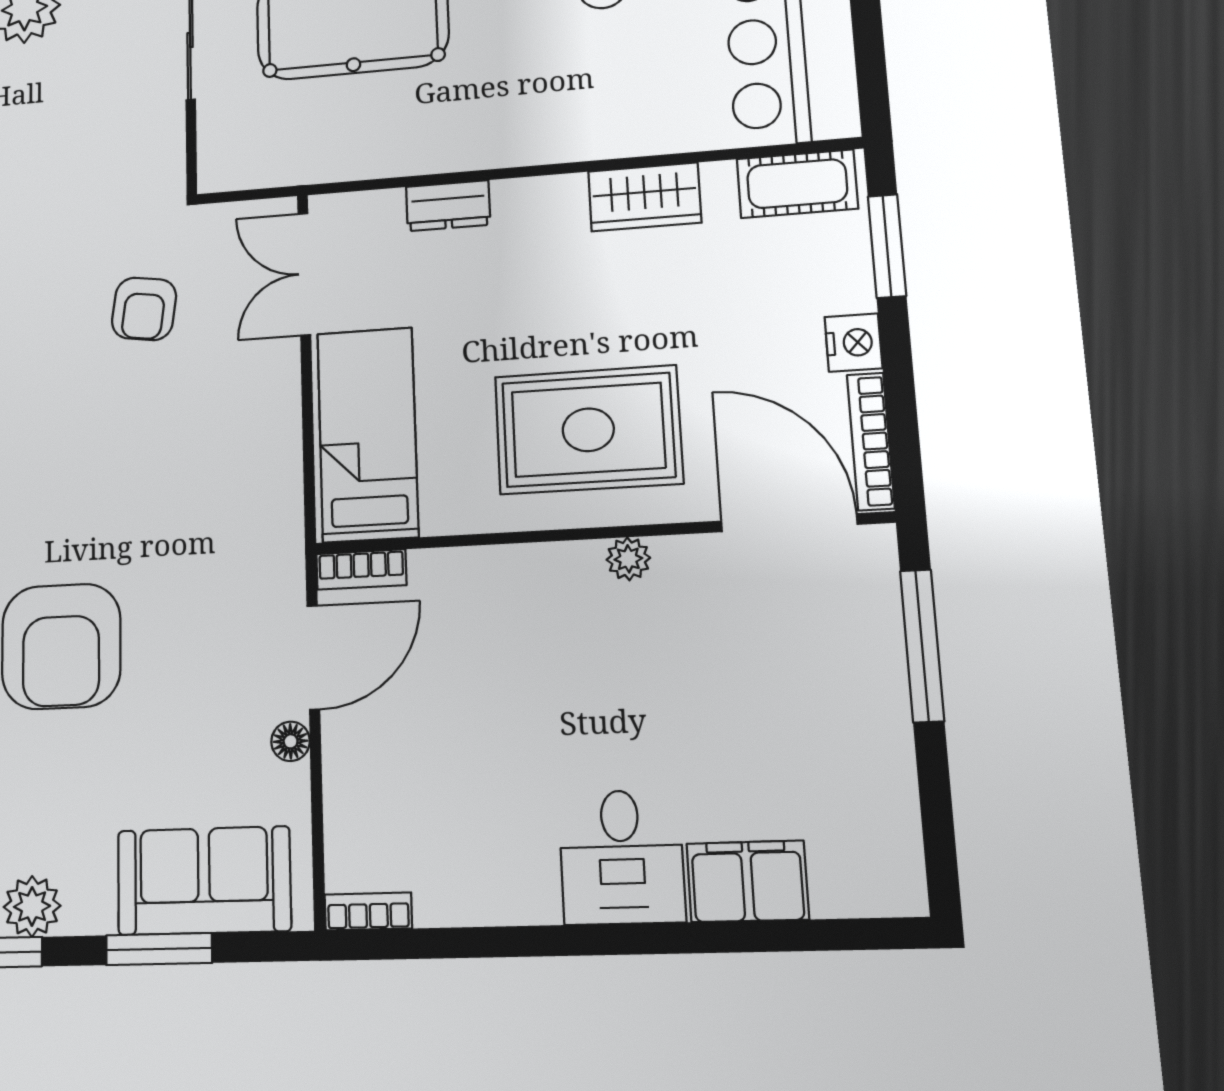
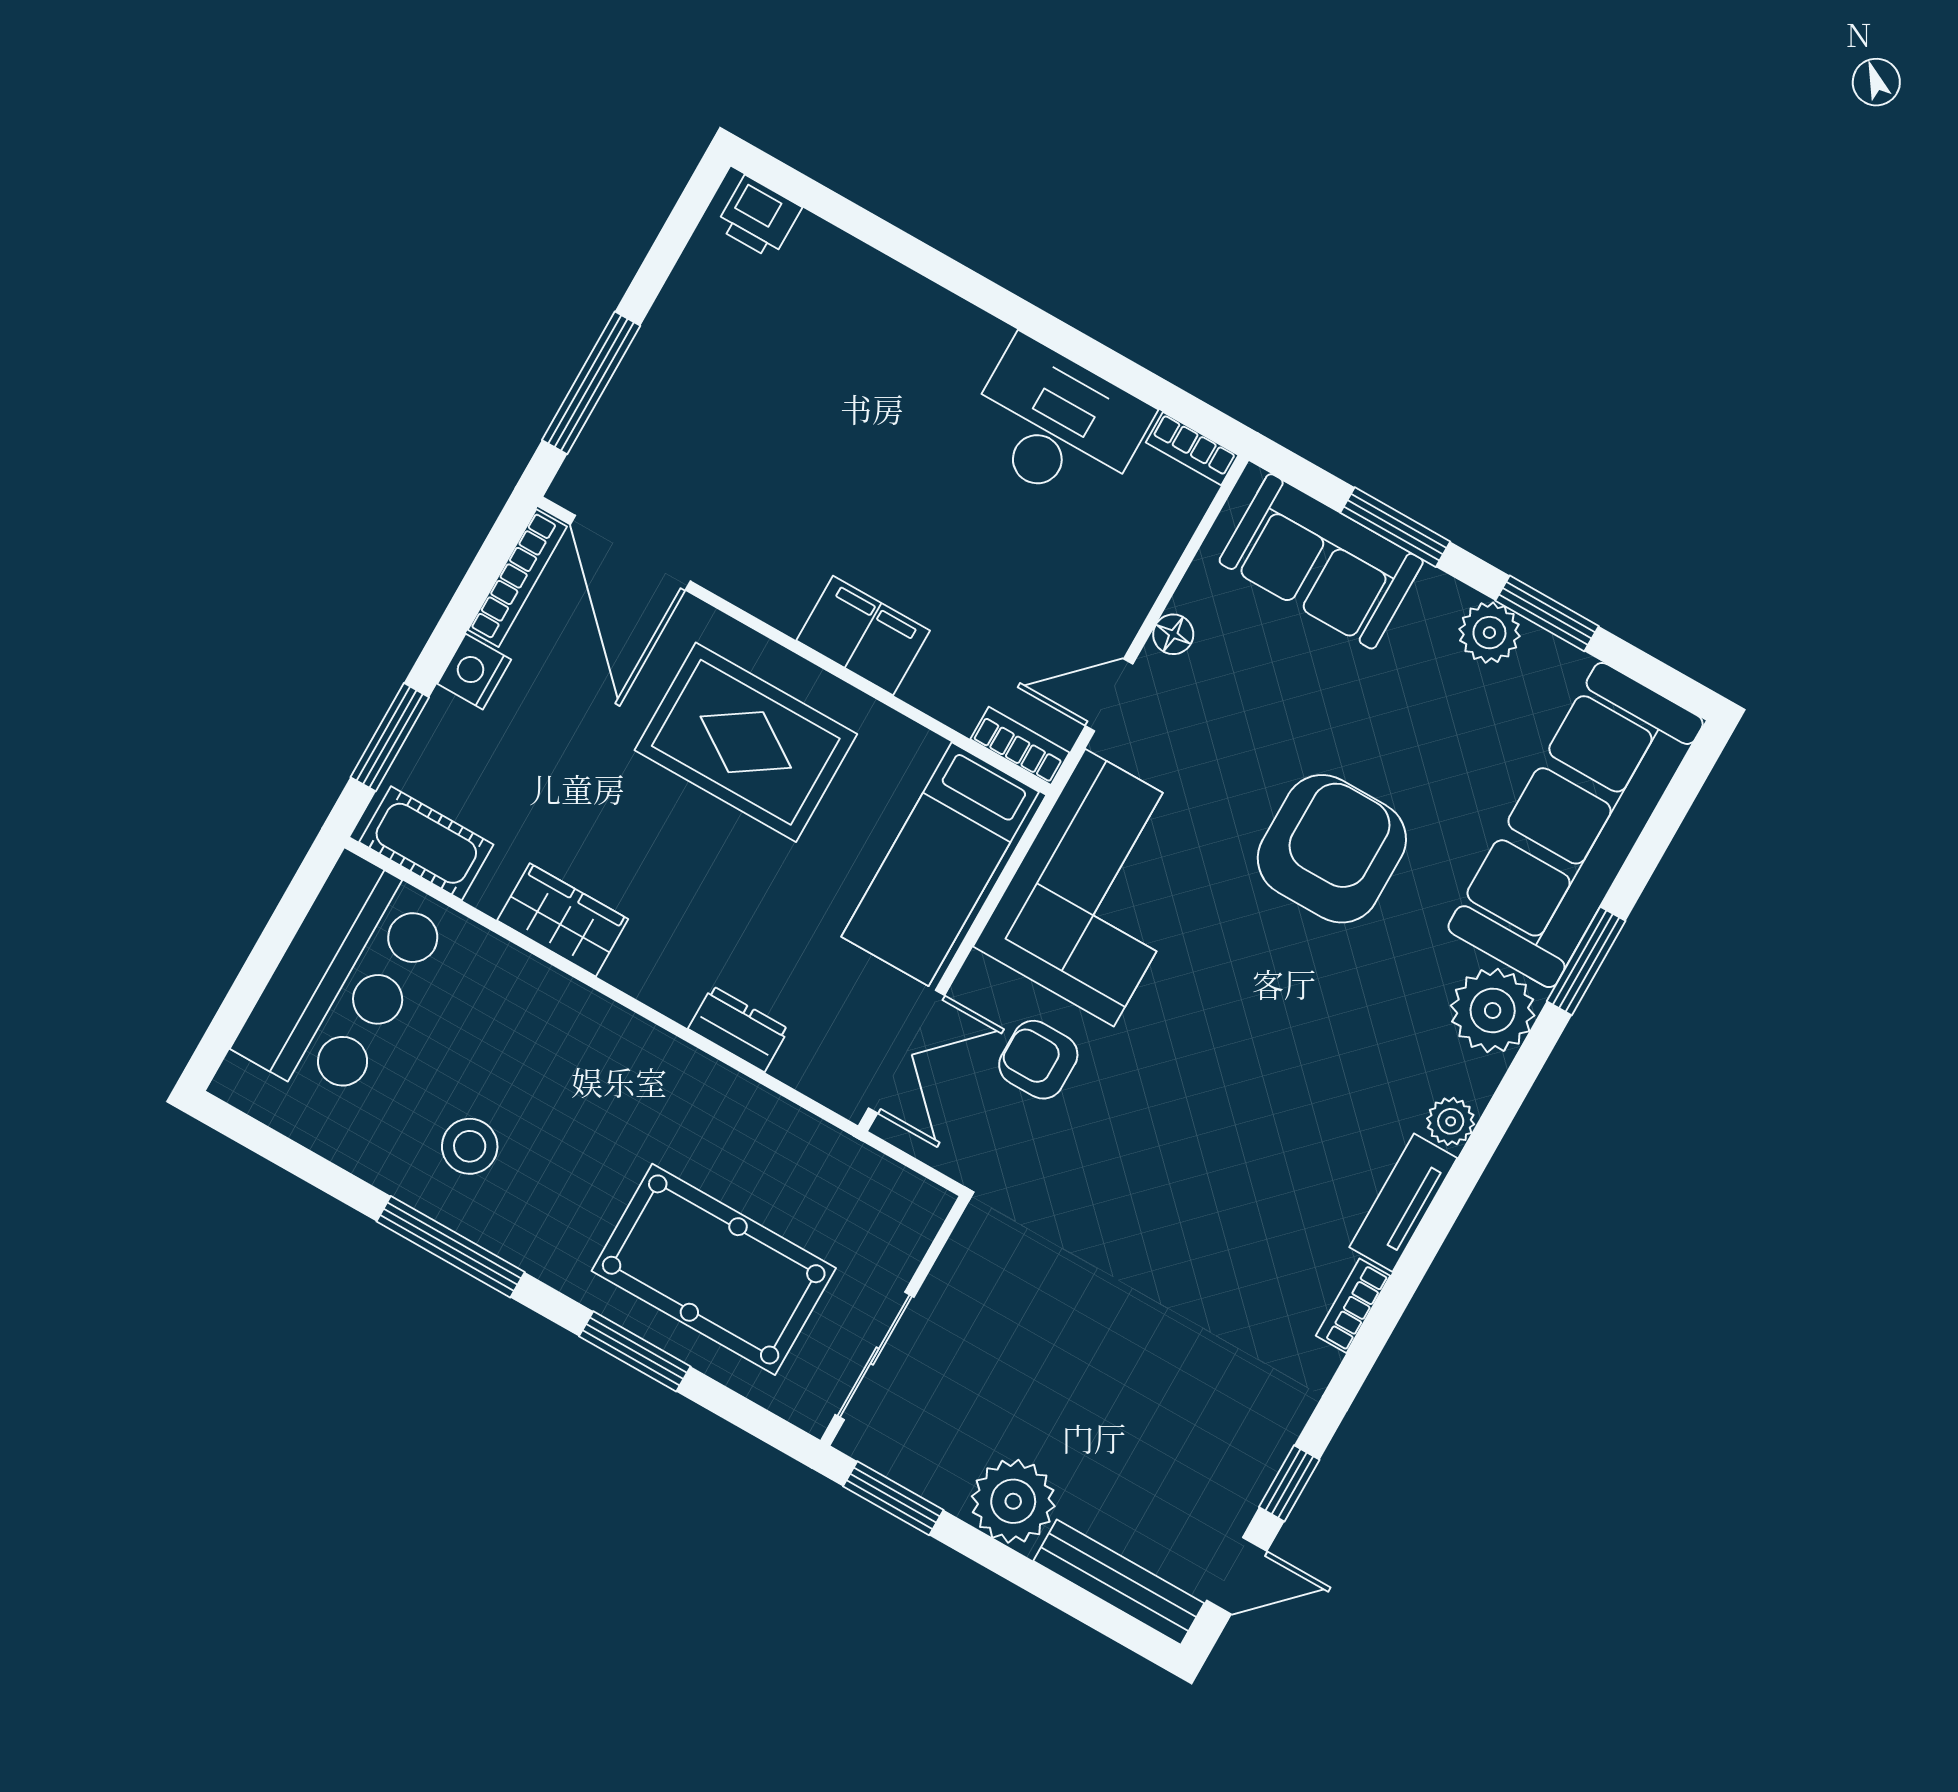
armchair: (144, 309) -> (1038, 1060), moved, turned -98
corner sofa: (228, 497) -> (1100, 888), added
plant: (628, 559) -> (784, 608), removed
door: (313, 658) -> (1109, 695), width x0.73
desk: (622, 857) -> (1057, 425), moved, width x1.37
filing cabinet: (747, 881) -> (863, 636), moved, turned 180
printer: (874, 885) -> (759, 217), added

